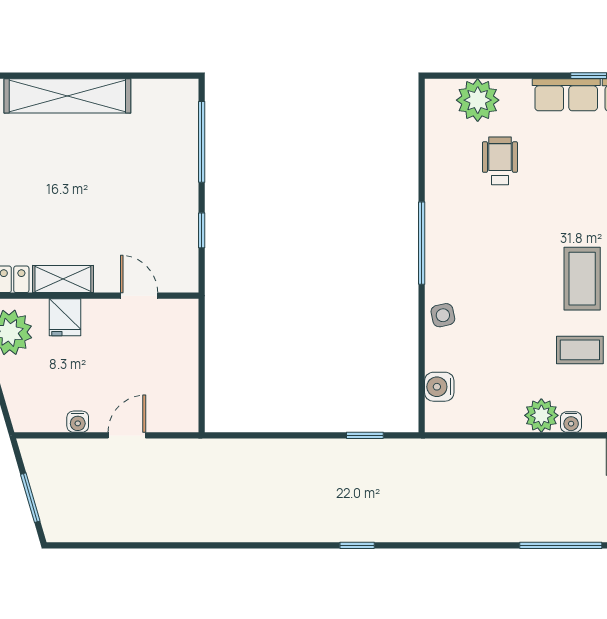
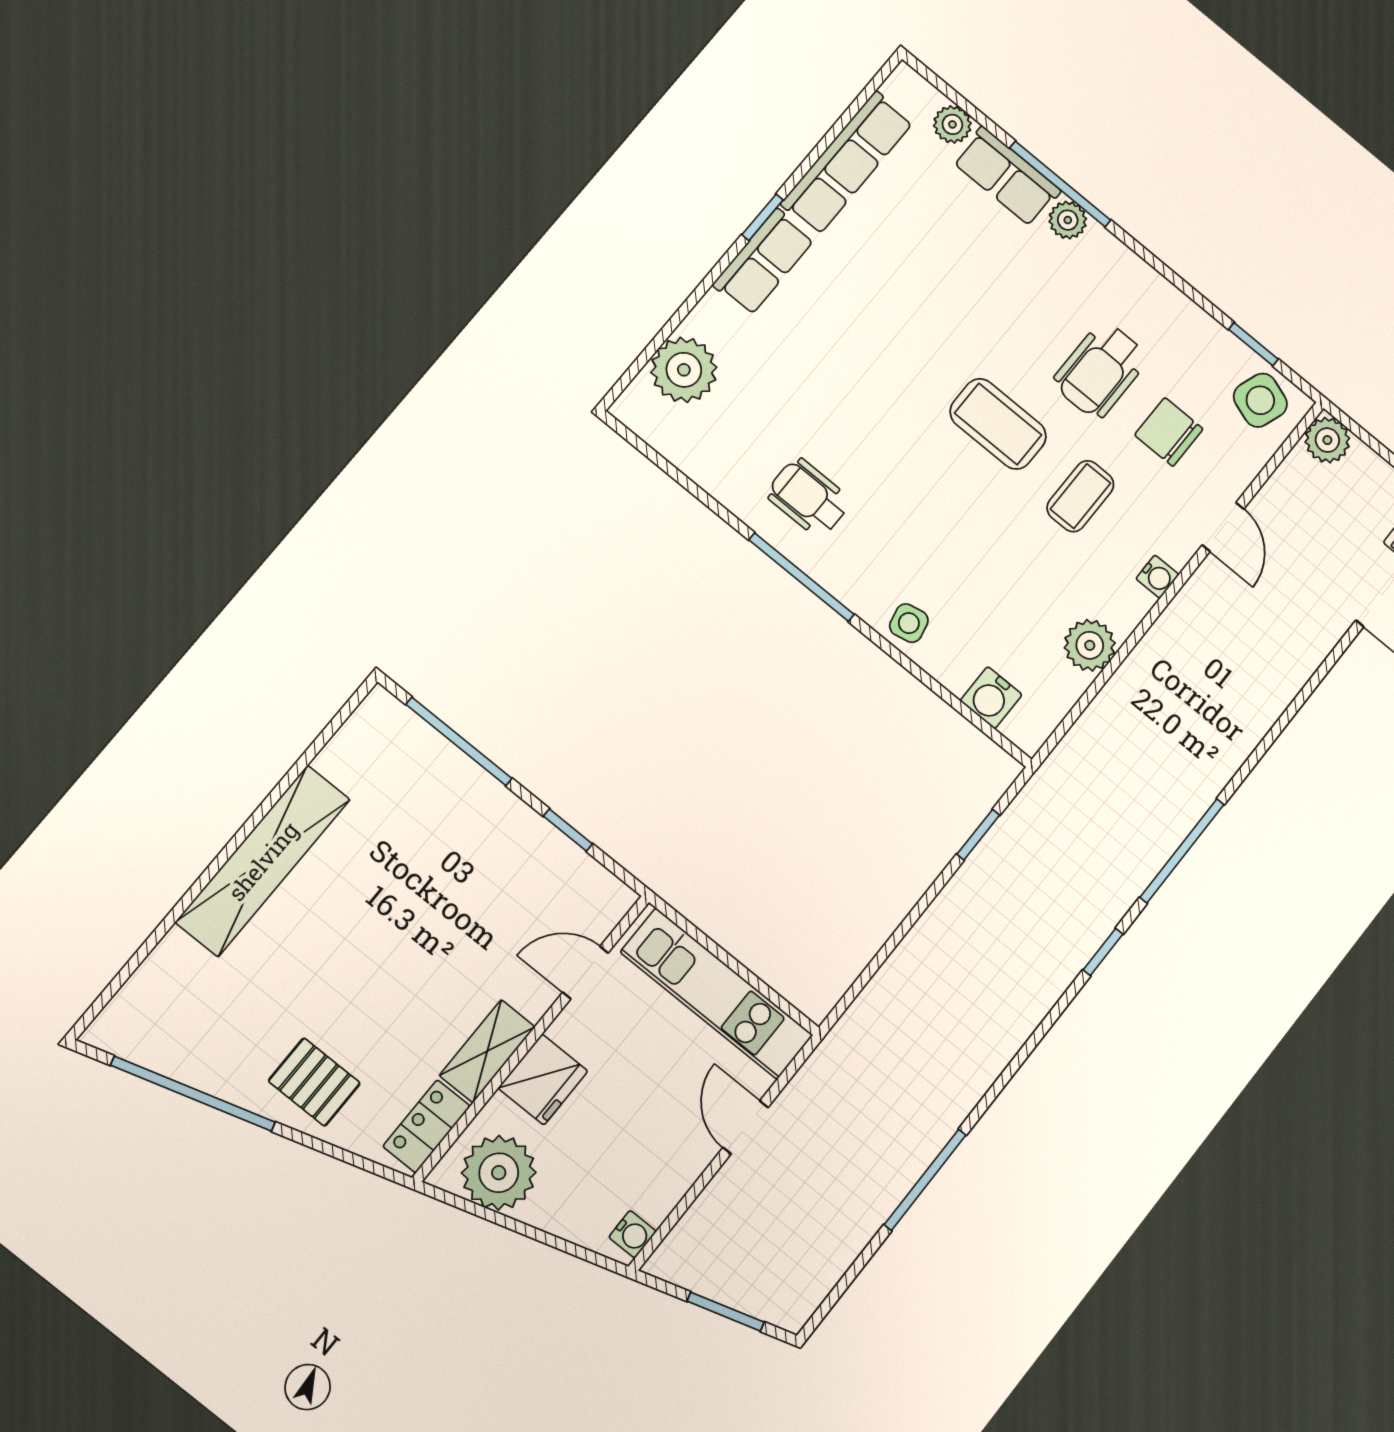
wheelchair: (500, 161) -> (808, 498), moved
fridge: (65, 317) -> (543, 1080), width x1.38
kitchen unit: (181, 368) -> (717, 994), added
plant: (541, 415) -> (1090, 645), moved
water cooler: (78, 422) -> (632, 1234), moved
window: (172, 545) -> (925, 1180), added
window: (561, 545) -> (1182, 851), moved

